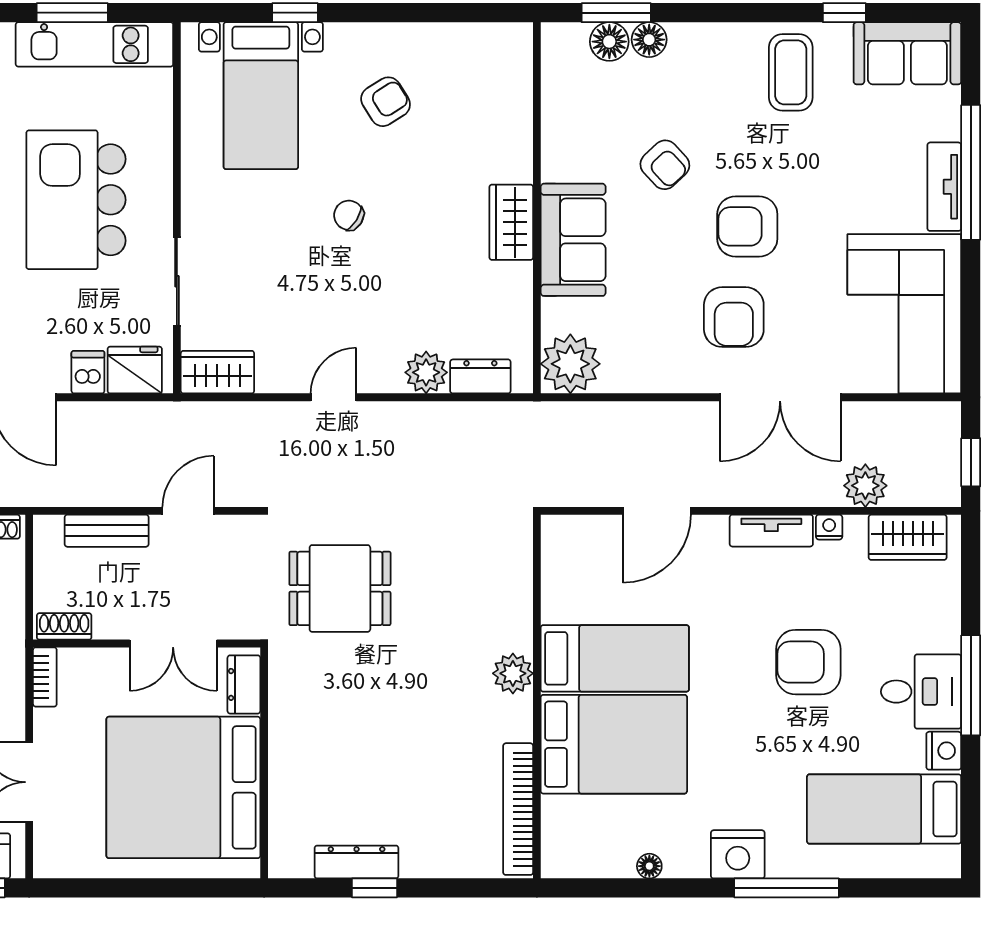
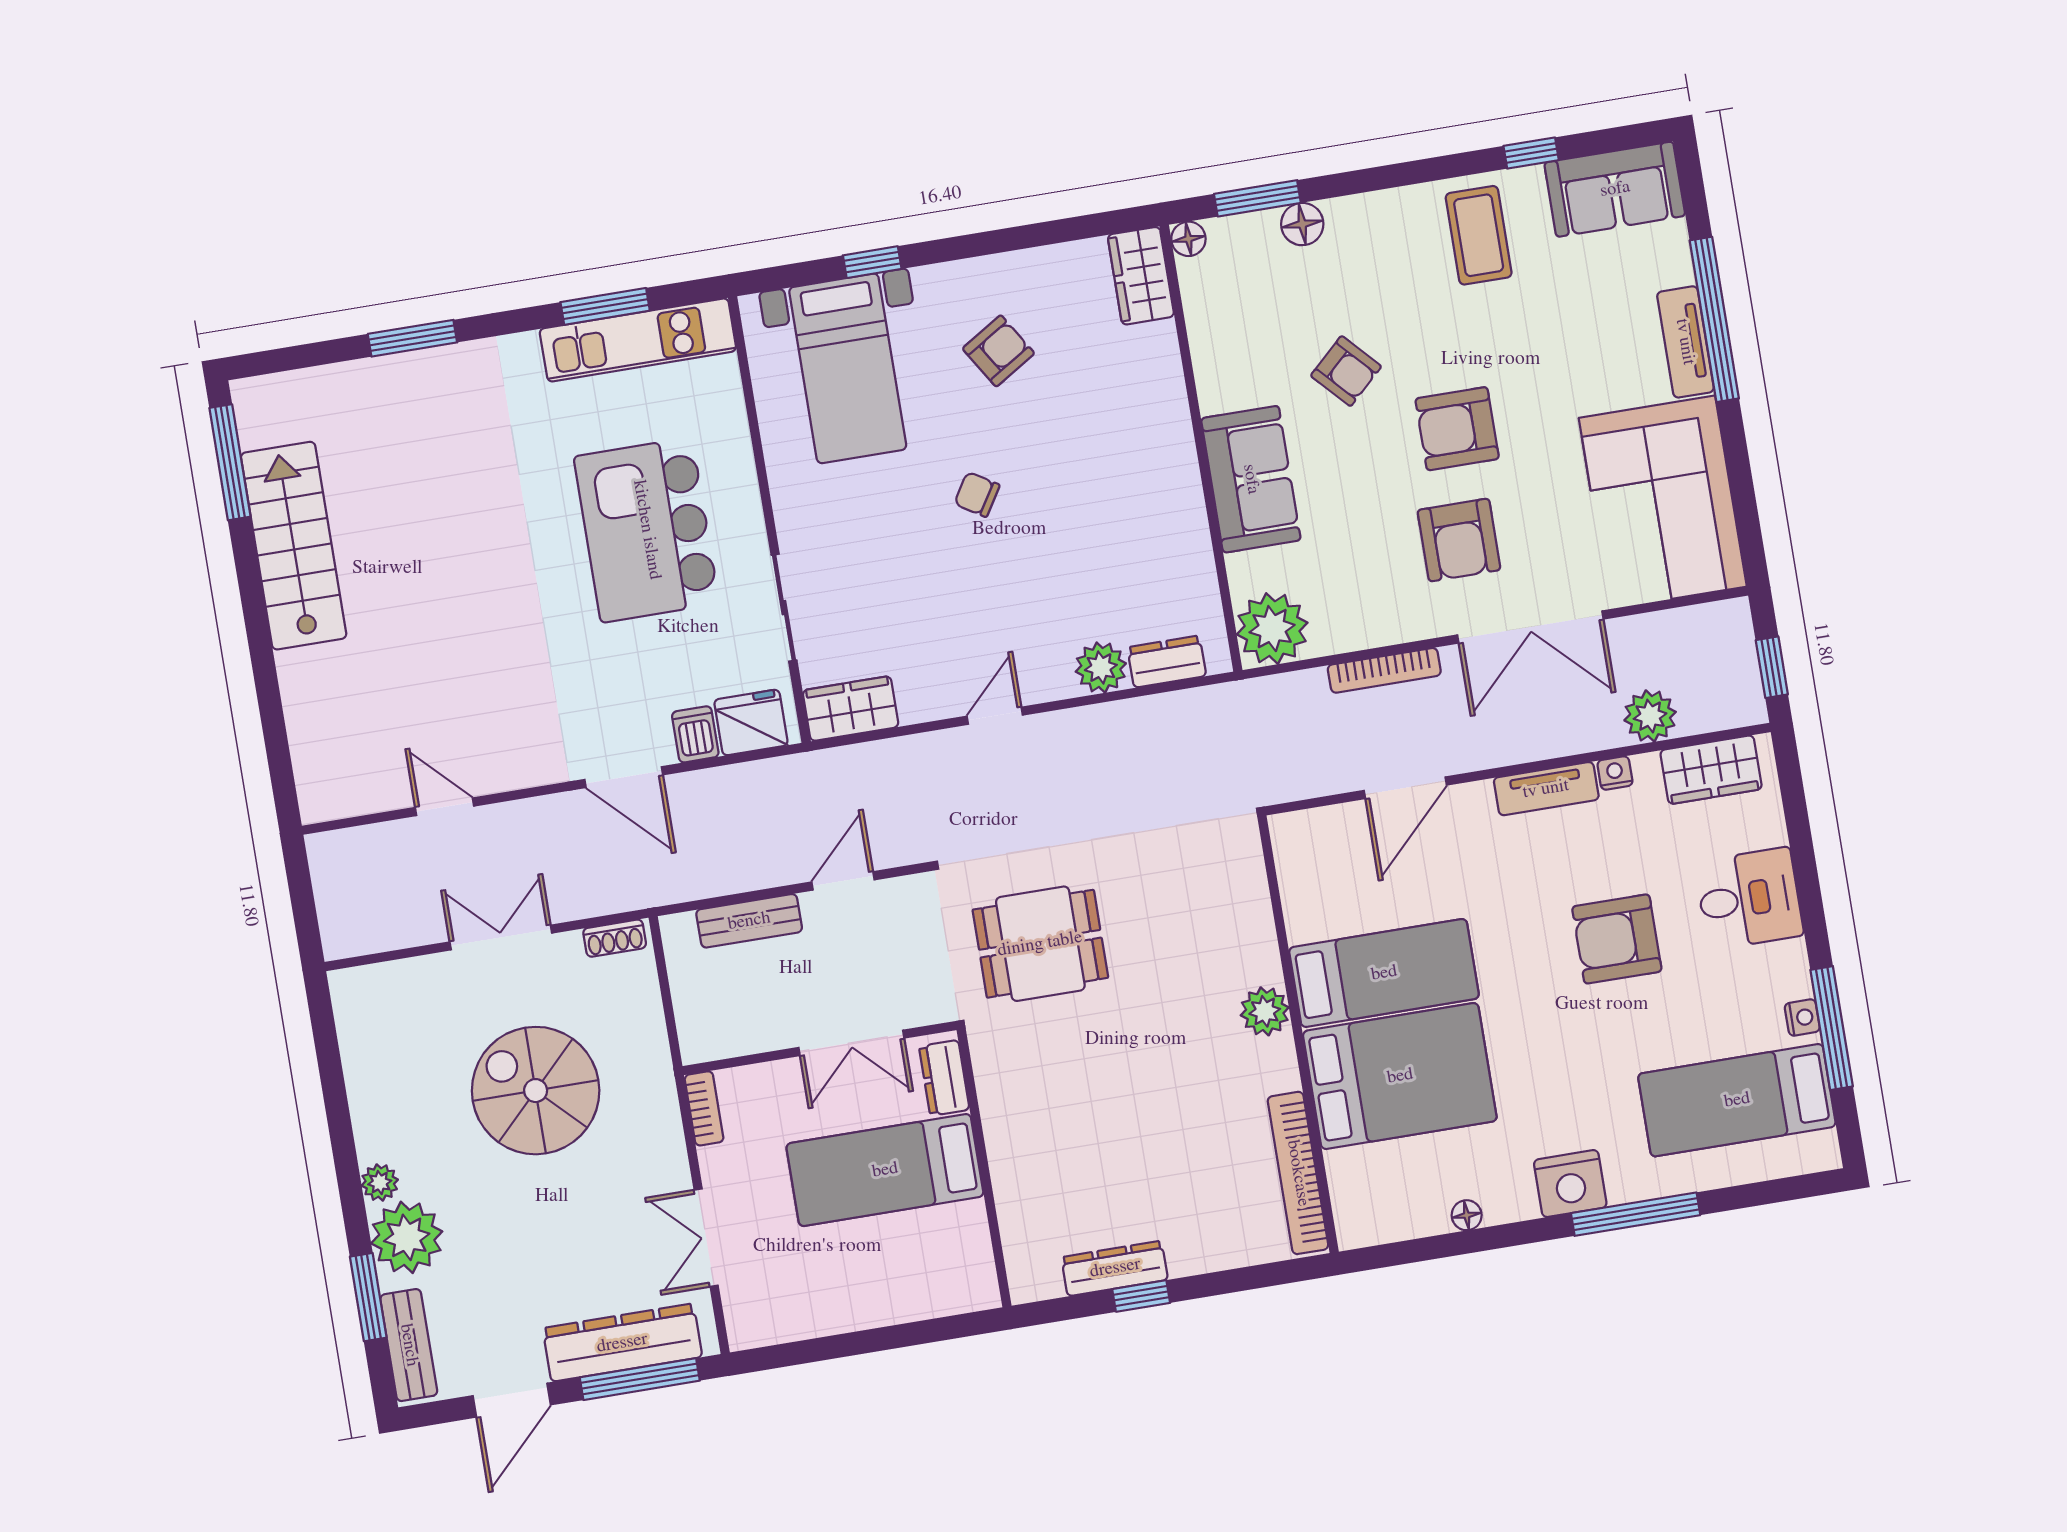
floor lamp: (609, 42) -> (1188, 239), moved, width x0.73, depth x0.73
wardrobe: (511, 222) -> (1141, 276), moved
bookcase: (656, 413) -> (1384, 670), added
shoe rack: (64, 626) -> (717, 1044), removed
window: (971, 685) -> (1832, 1028), moved
desk: (921, 692) -> (1749, 899), moved
nightstand: (944, 751) -> (1802, 1017), width x0.72, depth x0.74
bed: (183, 787) -> (885, 1170), width x0.49

